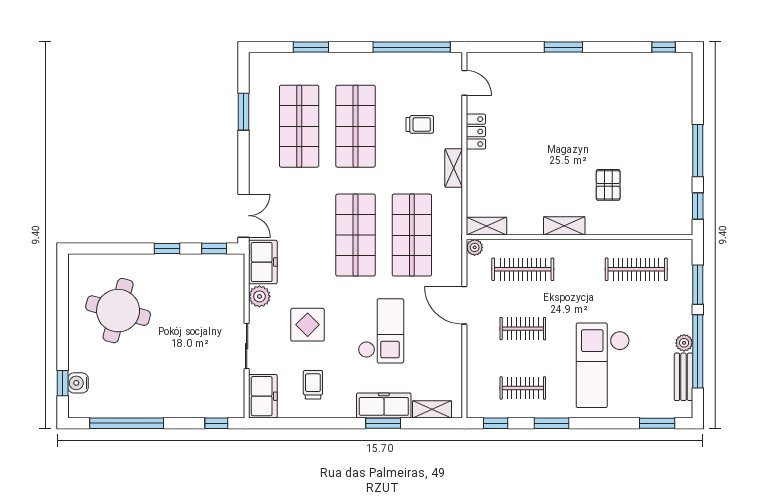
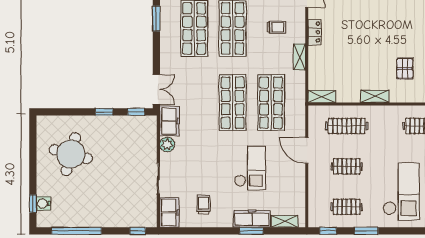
plant: (475, 247) -> (314, 111), removed
display table: (308, 325) -> (200, 164), removed
checkout: (603, 365) -> (401, 191), turned 180

